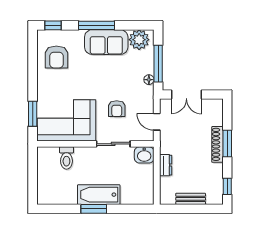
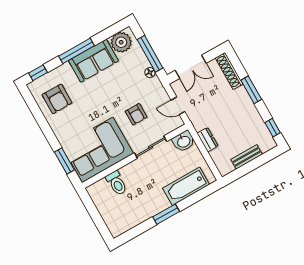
shoe rack: (217, 144) -> (229, 71), moved
bathtub: (99, 195) -> (186, 186), moved

